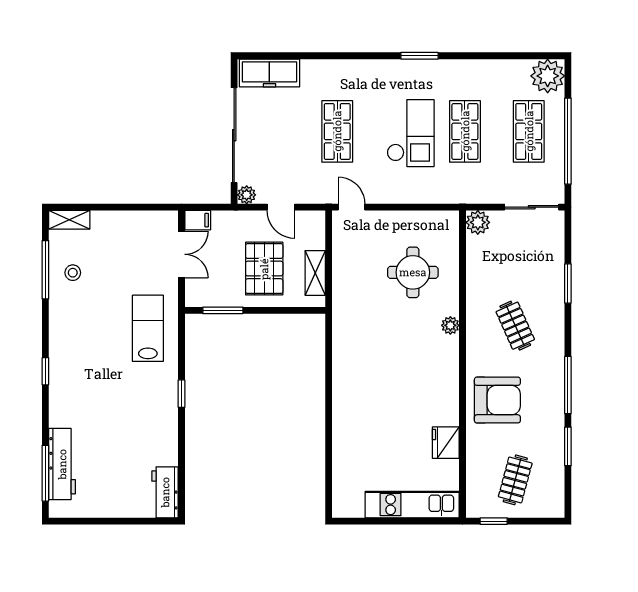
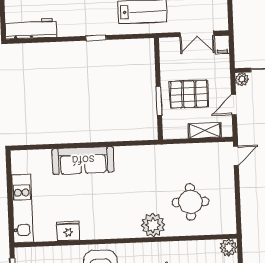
shelving: (315, 273) -> (205, 131), moved
window: (223, 310) -> (159, 101), moved
plant: (450, 325) -> (153, 225), width x1.87, depth x1.87
sofa: (350, 418) -> (83, 160), added
workbench: (165, 492) -> (31, 29), width x1.38

